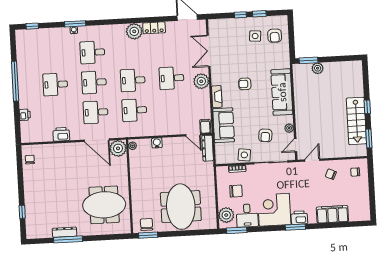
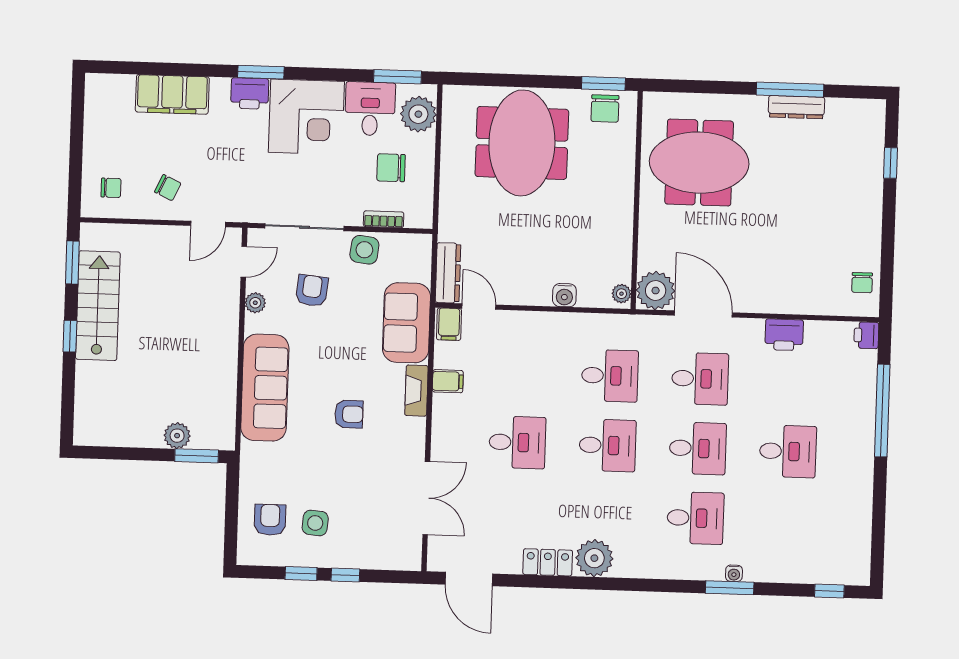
window: (15, 81) -> (882, 411), moved
plant: (201, 81) -> (449, 429), removed
filing cabinet: (204, 102) -> (448, 381), added
printer: (25, 115) -> (866, 335), moved

